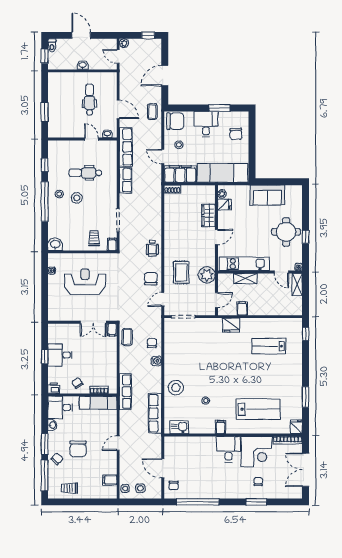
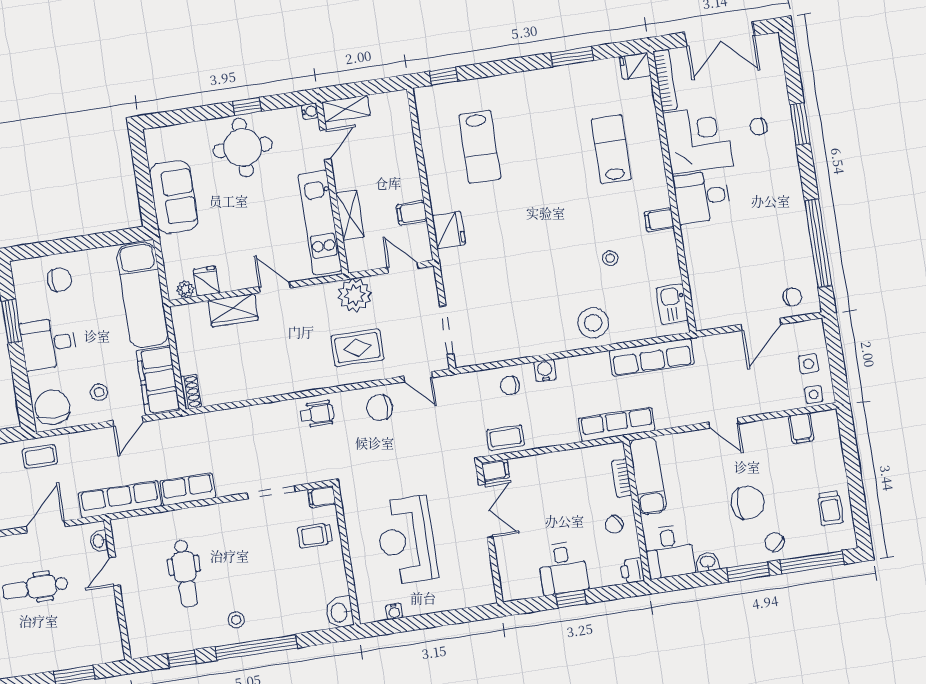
stool: (77, 198) -> (239, 583), removed
lab bench: (258, 409) -> (611, 149), width x0.73, depth x0.72

